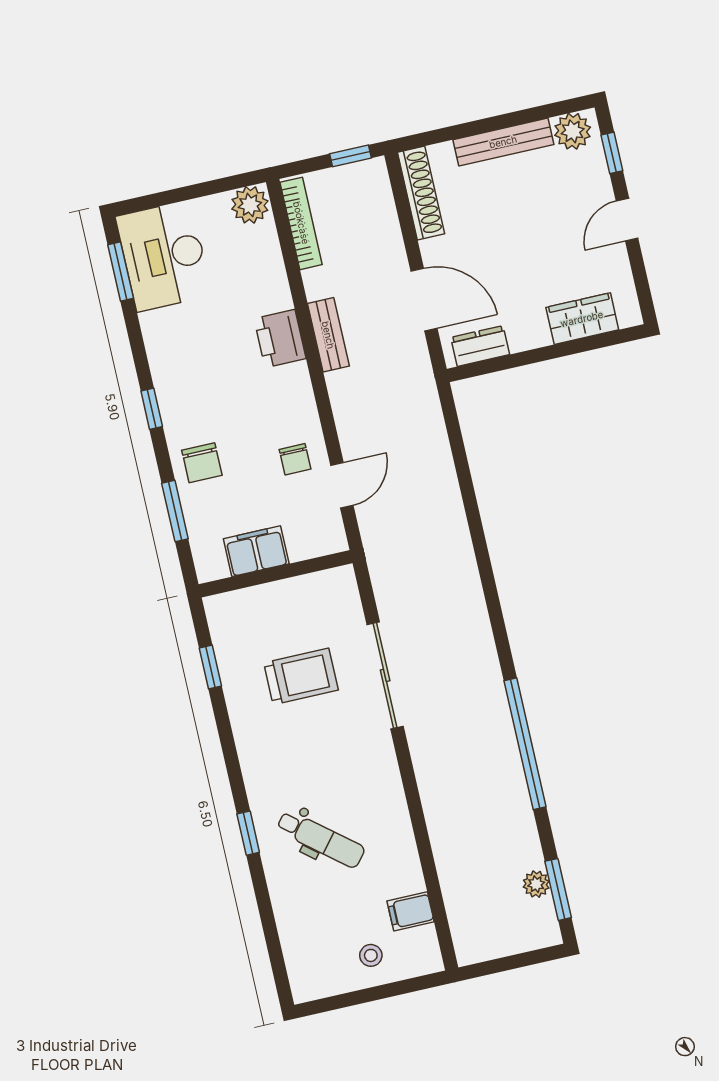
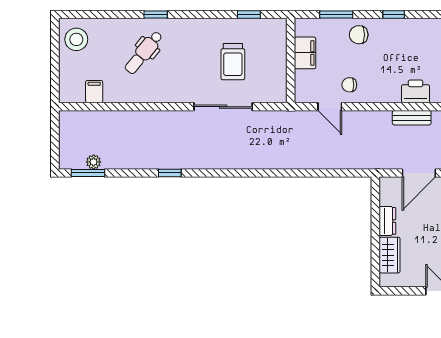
dresser: (480, 346) -> (387, 221), moved
window: (525, 744) -> (170, 173), width x0.32
stool: (371, 955) -> (76, 39), moved, width x1.89, depth x1.89

